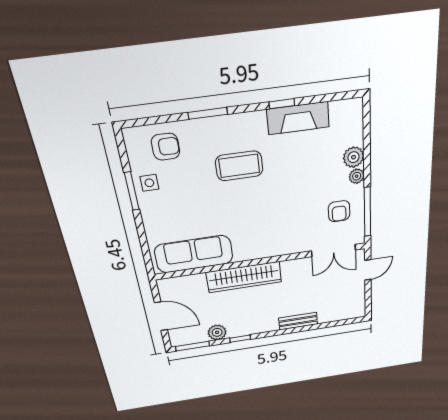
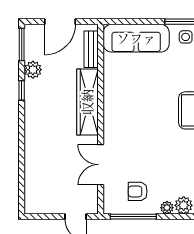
double door: (333, 250) -> (101, 165), moved
sofa: (194, 254) -> (136, 38), moved, turned 90
bench: (298, 321) -> (91, 49), moved

